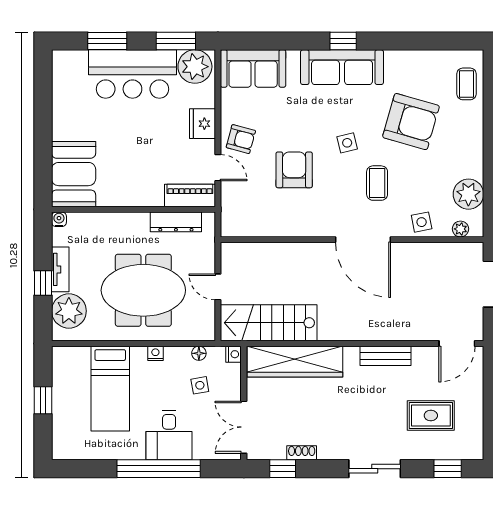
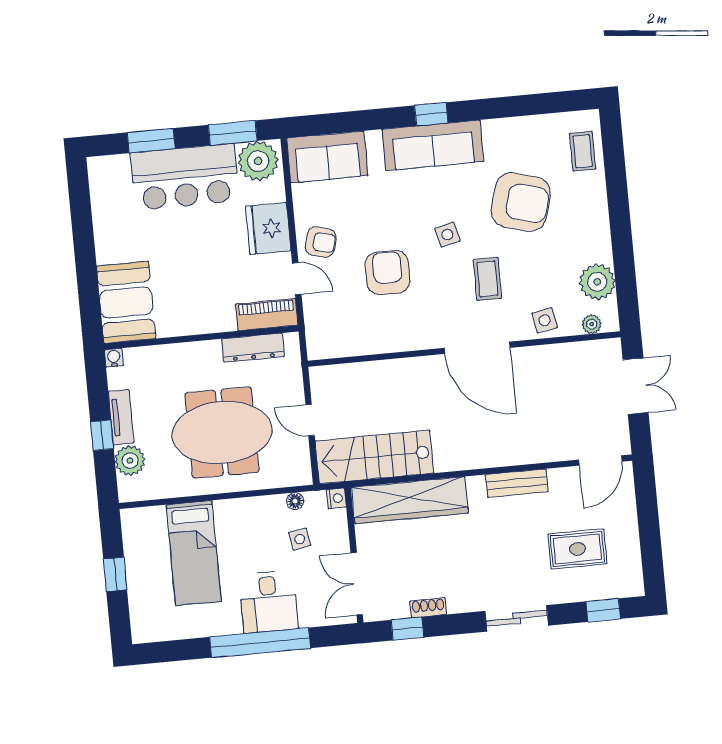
fridge: (202, 124) -> (268, 228), width x1.36, depth x1.34
plant: (69, 311) -> (130, 461), width x0.73, depth x0.73
nightstand: (155, 353) -> (243, 506), removed

